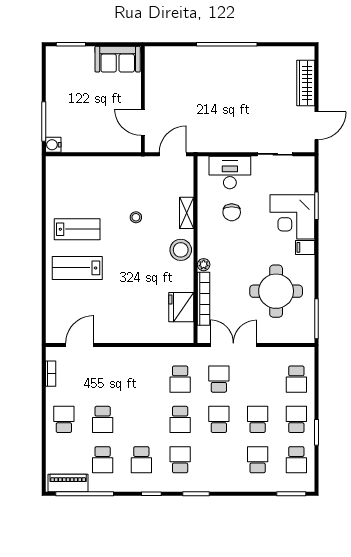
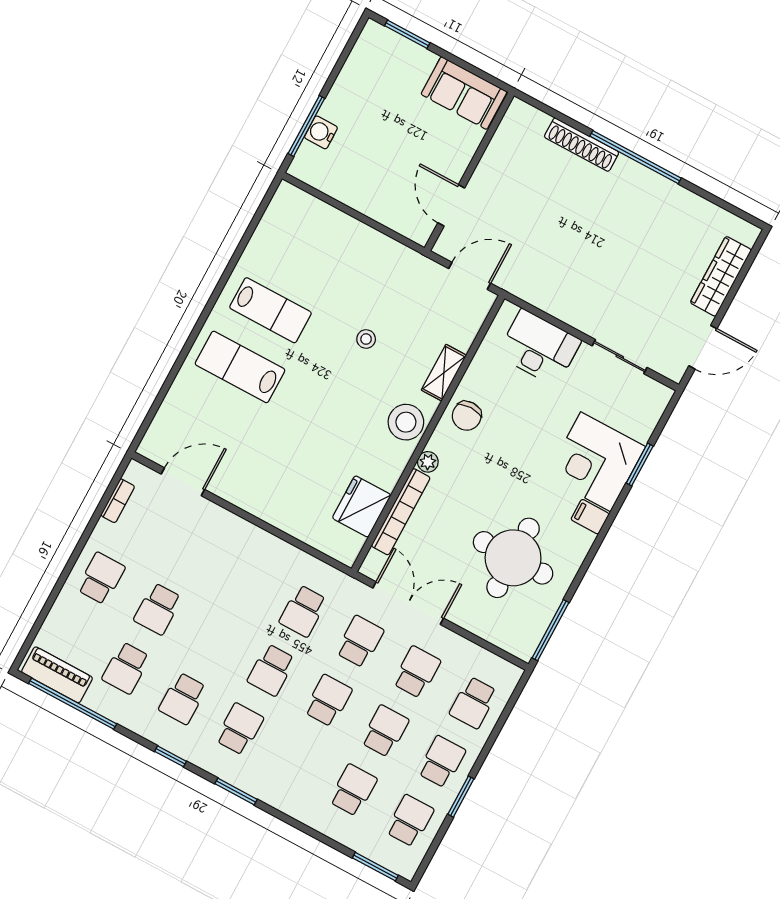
shoe rack: (195, 53) -> (582, 145), added
water cooler: (53, 145) -> (321, 132), moved
chair: (232, 212) -> (467, 416), moved
school desk: (258, 379) -> (417, 672), added
school desk: (296, 460) -> (410, 821), turned 180

